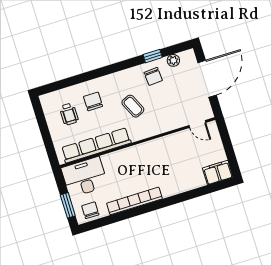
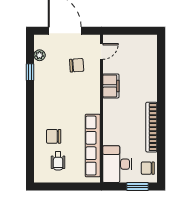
chair: (153, 76) -> (77, 65), moved
coffee table: (133, 106) -> (68, 103), removed
wheelchair: (69, 114) -> (58, 161), turned 90
filing cabinet: (218, 172) -> (111, 86), moved, turned 180

